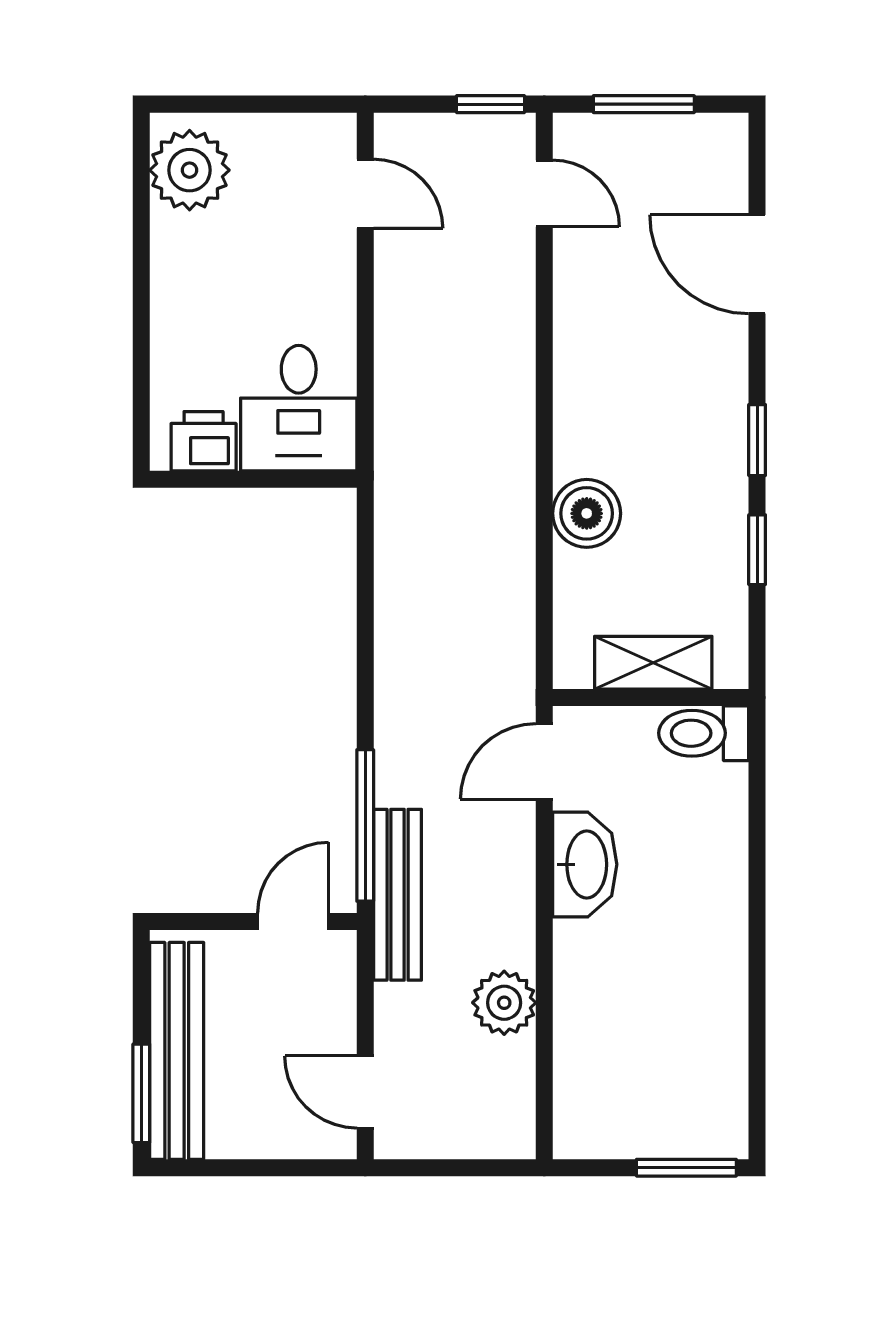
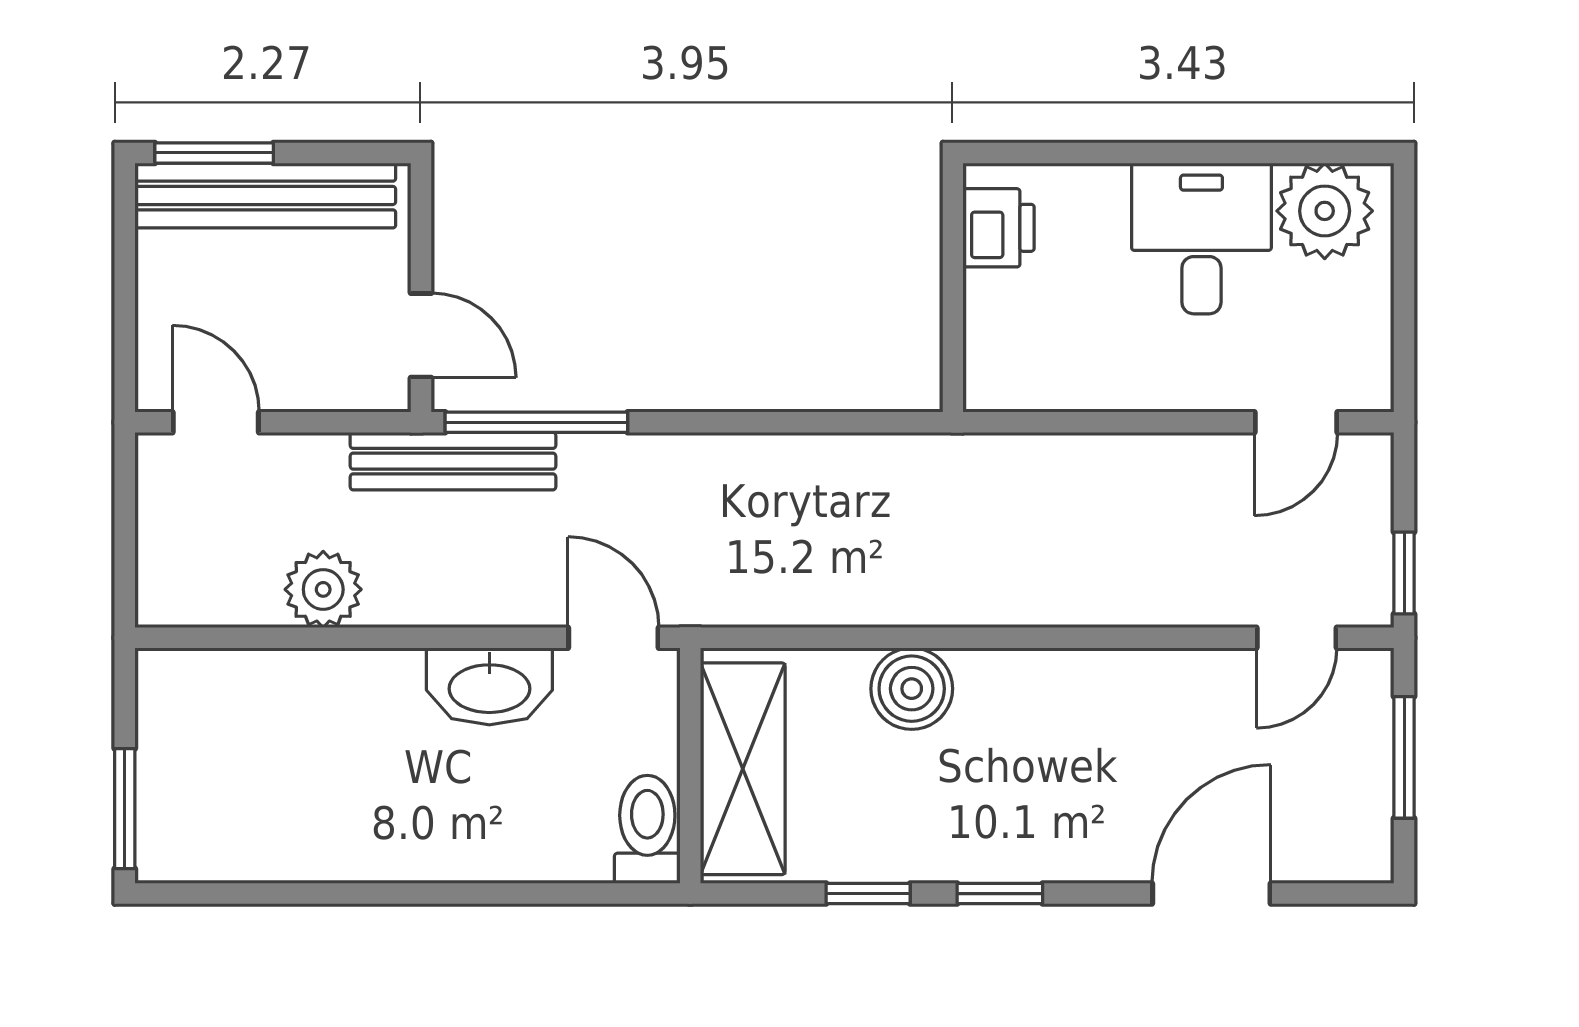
desk: (299, 408) -> (1201, 238), moved, turned 90
shelving: (653, 663) -> (743, 769), width x1.50, depth x1.33
door: (365, 1092) -> (216, 422), hinge flipped

